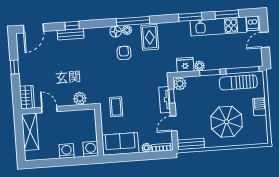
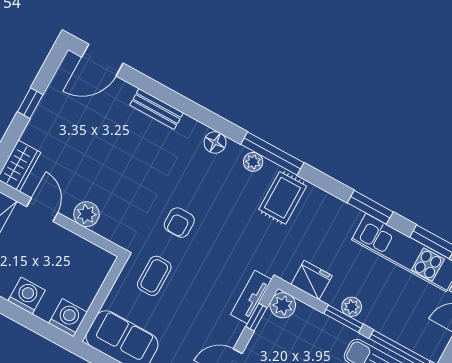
window: (72, 25) -> (168, 96), removed
floor lamp: (116, 32) -> (215, 142), moved
armchair: (124, 53) -> (179, 223), moved, turned 180
plant: (200, 66) -> (352, 307), moved
plant: (80, 98) -> (86, 214), moved
tv unit: (165, 100) -> (251, 297), moved

